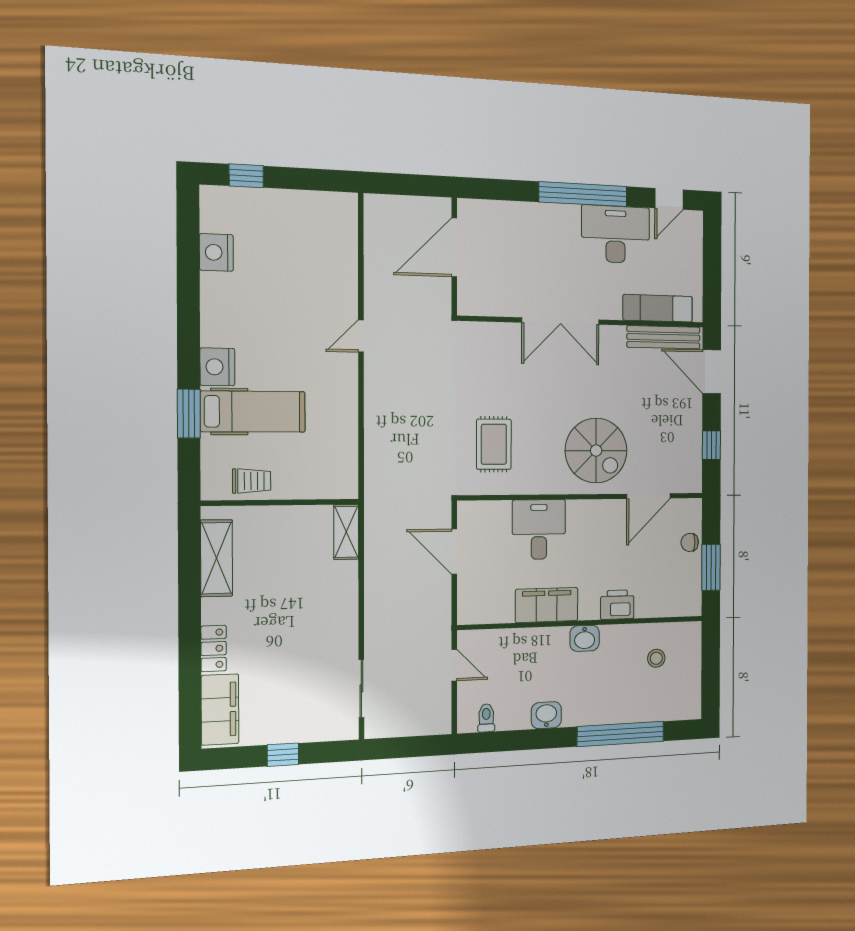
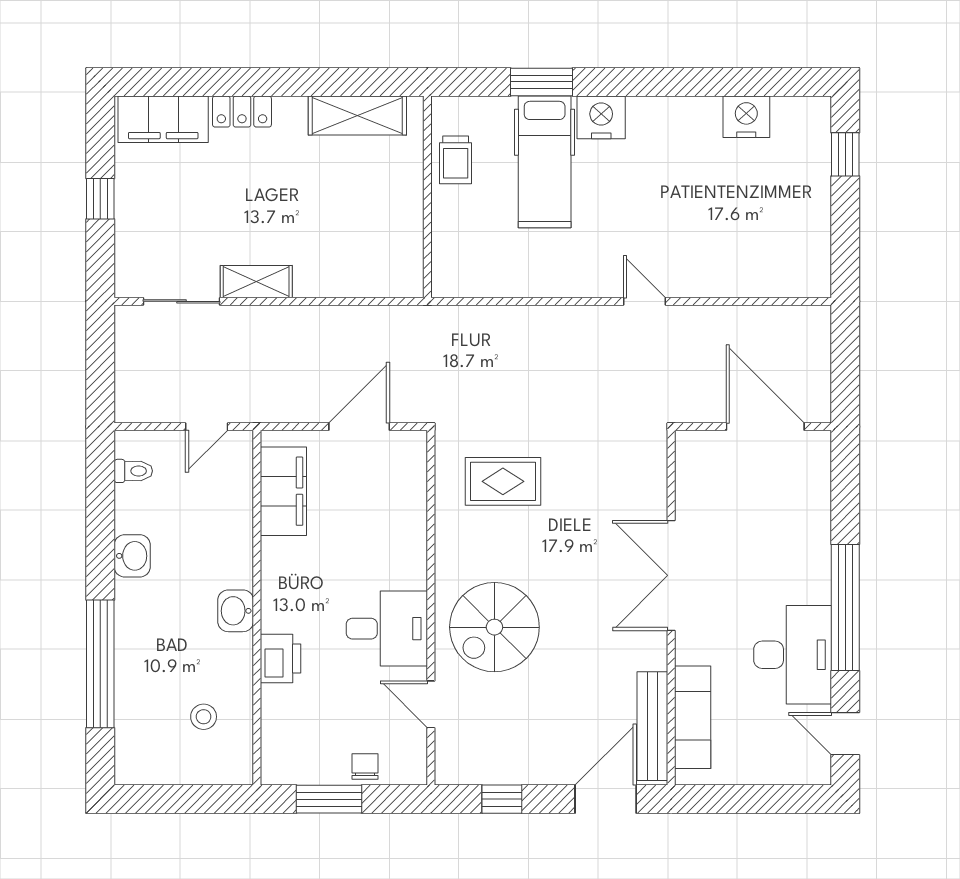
door: (648, 496) -> (431, 704), width x0.73
desk: (539, 529) -> (387, 629), moved
shelving: (346, 532) -> (256, 282), moved
filing cabinet: (547, 605) -> (283, 491), moved

